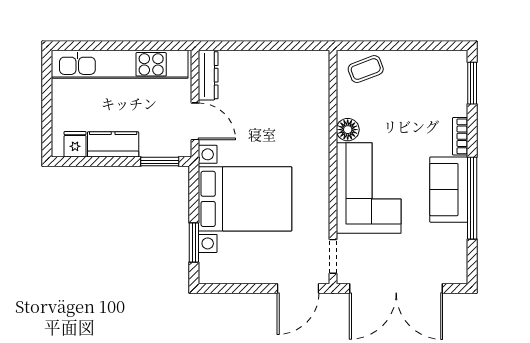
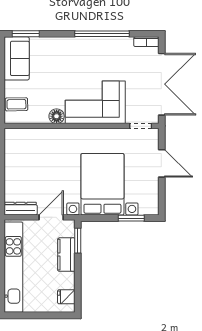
coffee table: (366, 69) -> (16, 104), turned -70
bookcase: (460, 136) -> (146, 42), moved
kitchen counter: (113, 144) -> (66, 255), moved
sofa: (449, 190) -> (17, 58), moved, turned -90
door: (298, 288) -> (162, 163), moved

